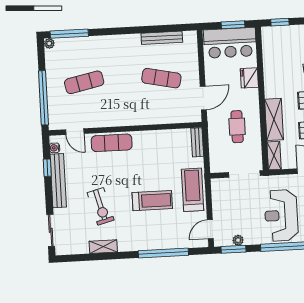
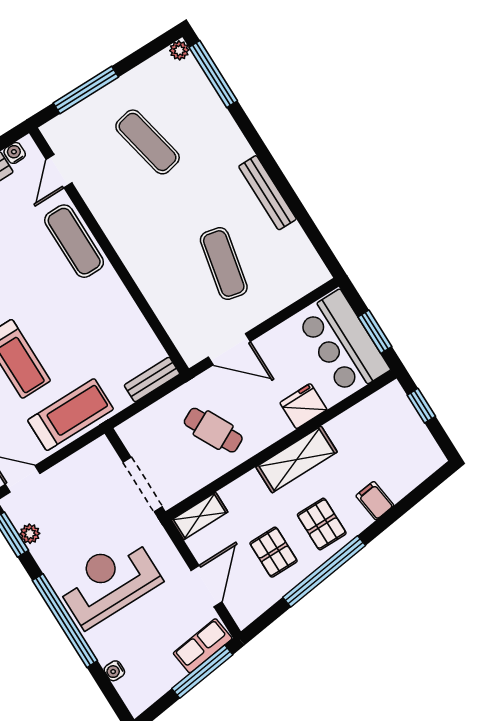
bench: (162, 38) -> (267, 193), moved
window: (43, 98) -> (86, 90), width x0.68
shelving: (274, 119) -> (297, 459), moved
cafe table: (237, 127) -> (213, 430), turned 63

